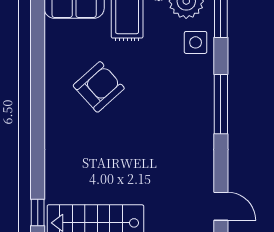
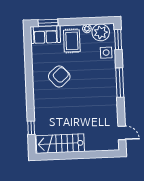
window: (38, 212) -> (31, 128), moved

